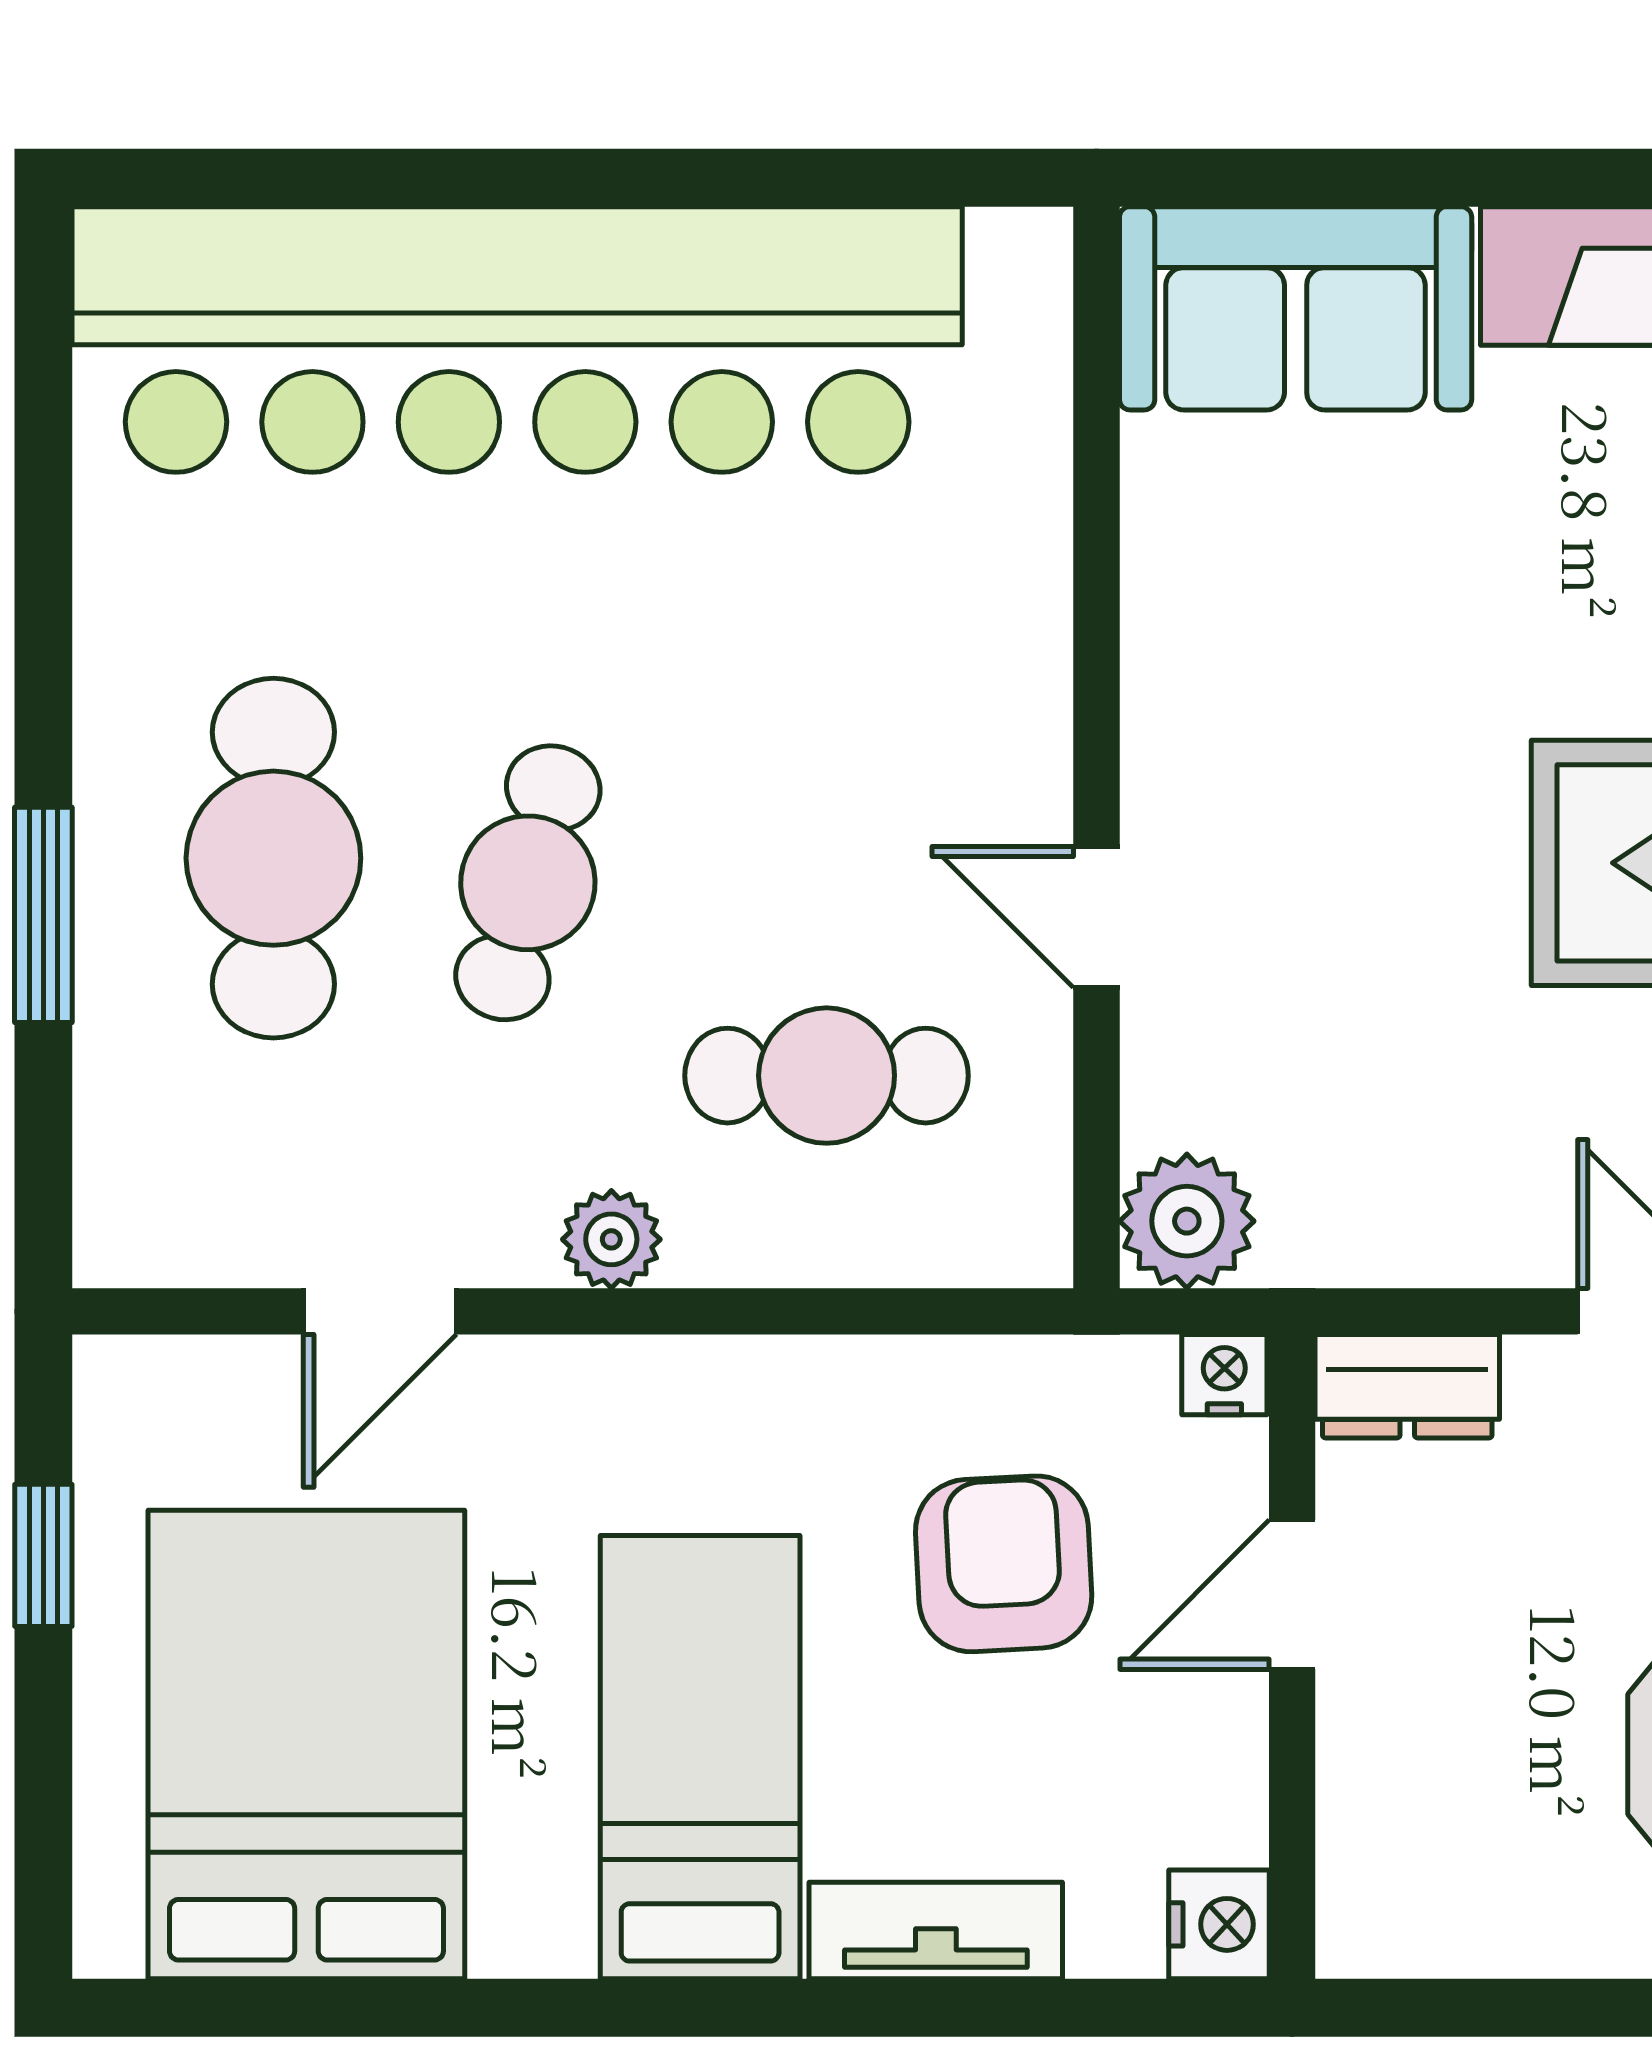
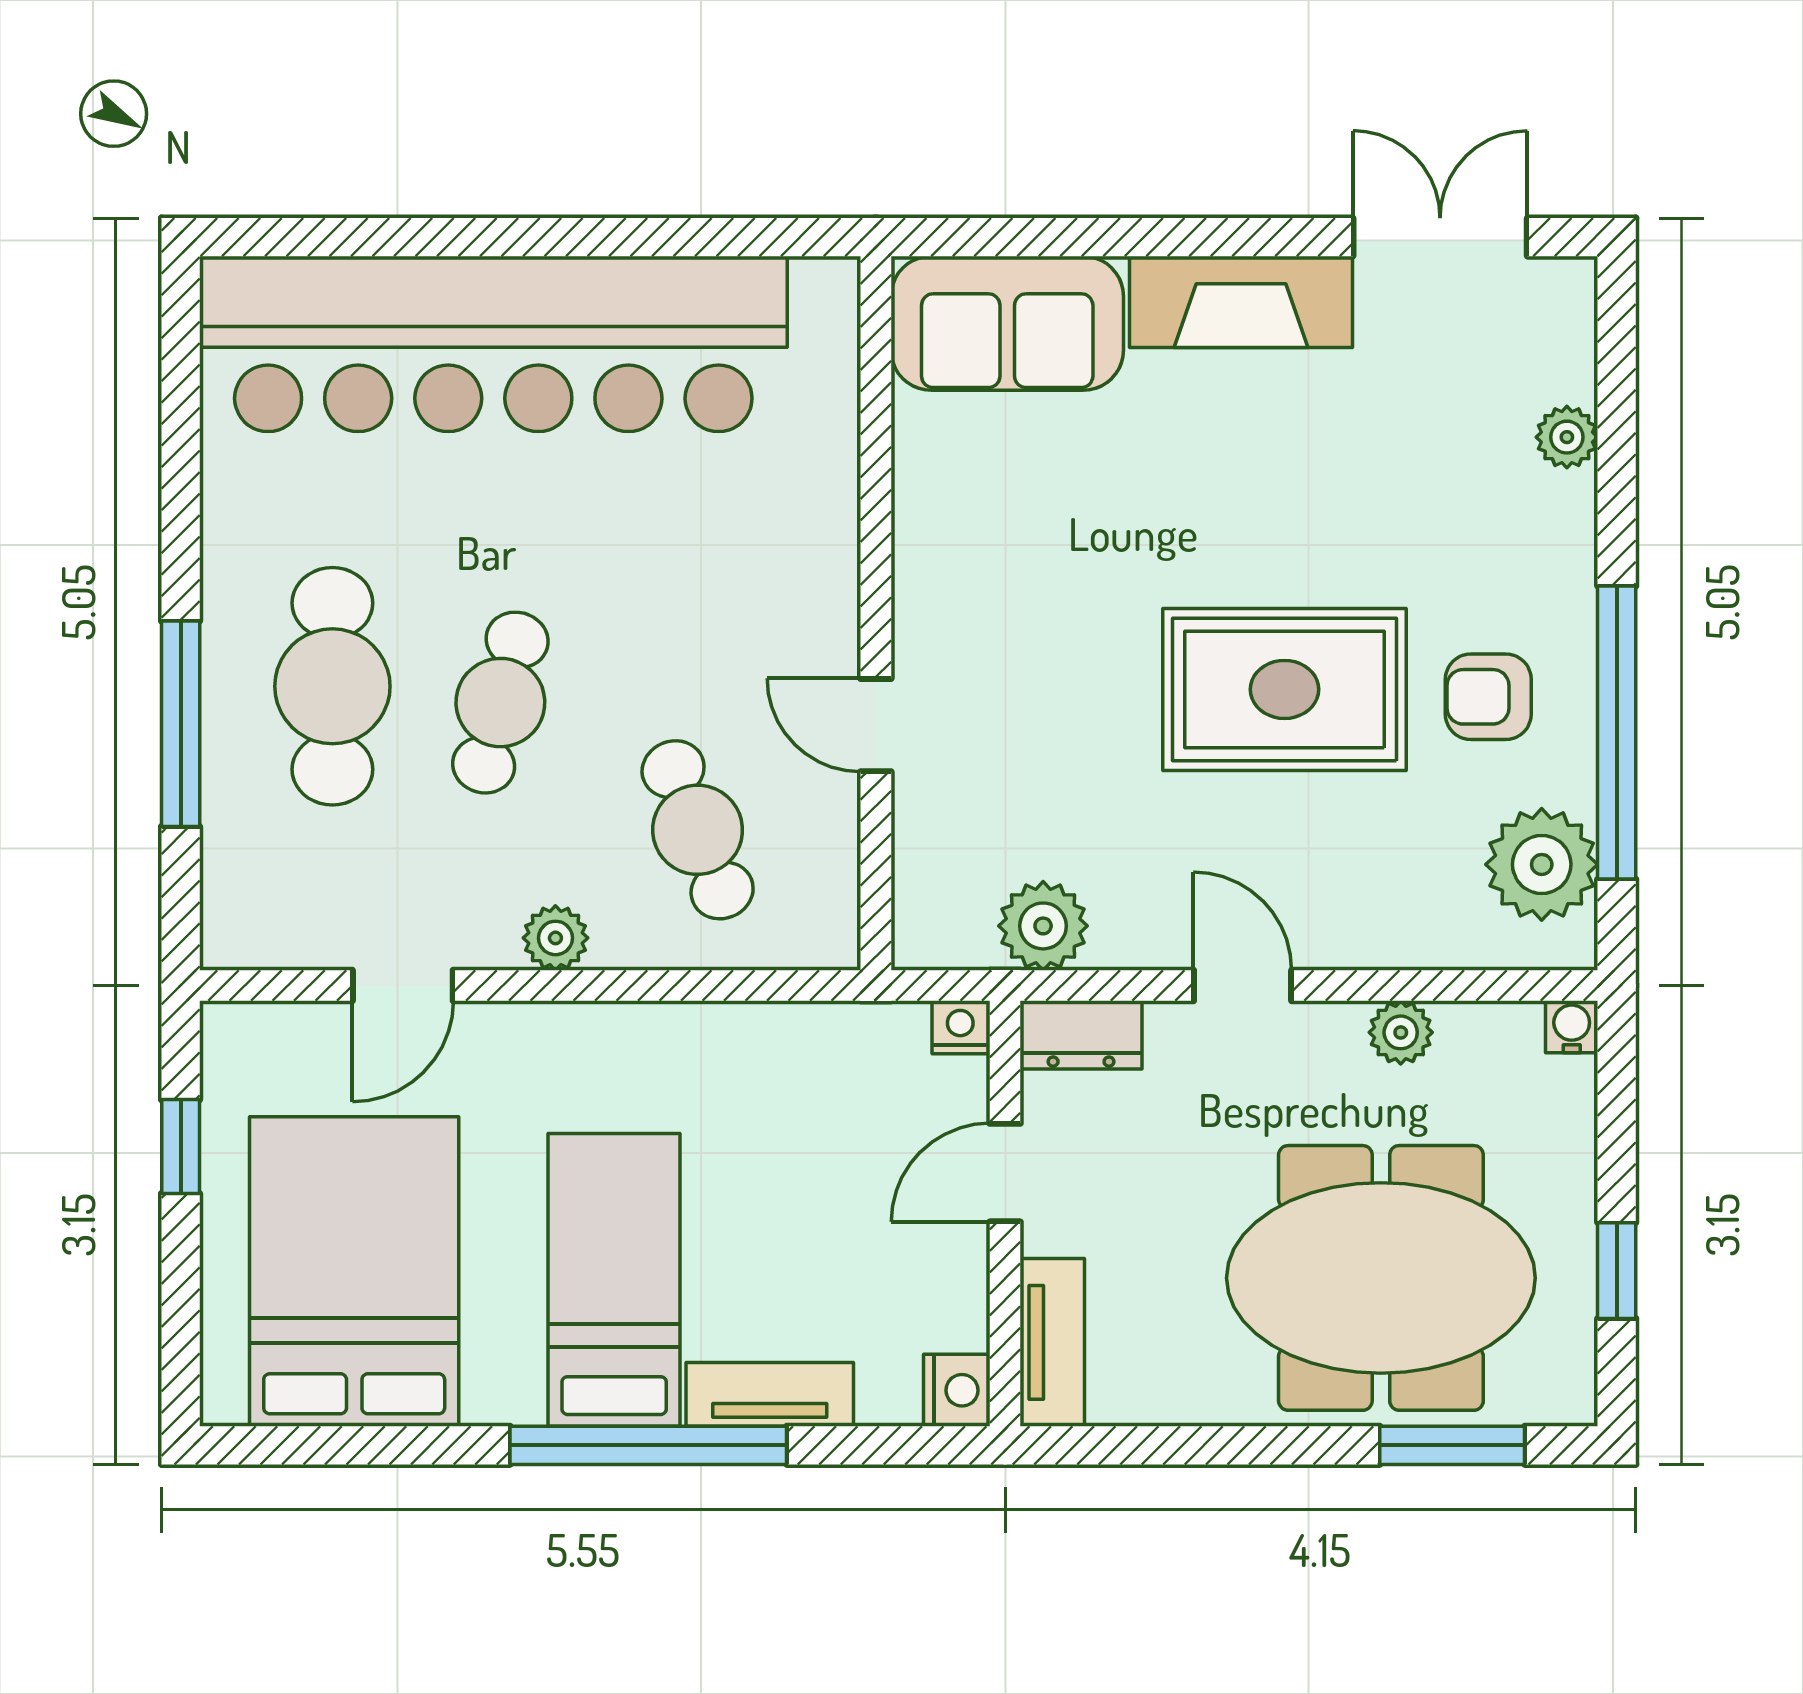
window: (43, 915) -> (181, 724), width x1.44
cafe table: (827, 1076) -> (698, 830), turned 68
plant: (1187, 1221) -> (1043, 926), moved
armchair: (1004, 1564) -> (815, 1152), removed
tv unit: (1364, 1852) -> (1052, 1342), added
window: (752, 2008) -> (648, 1445), added

